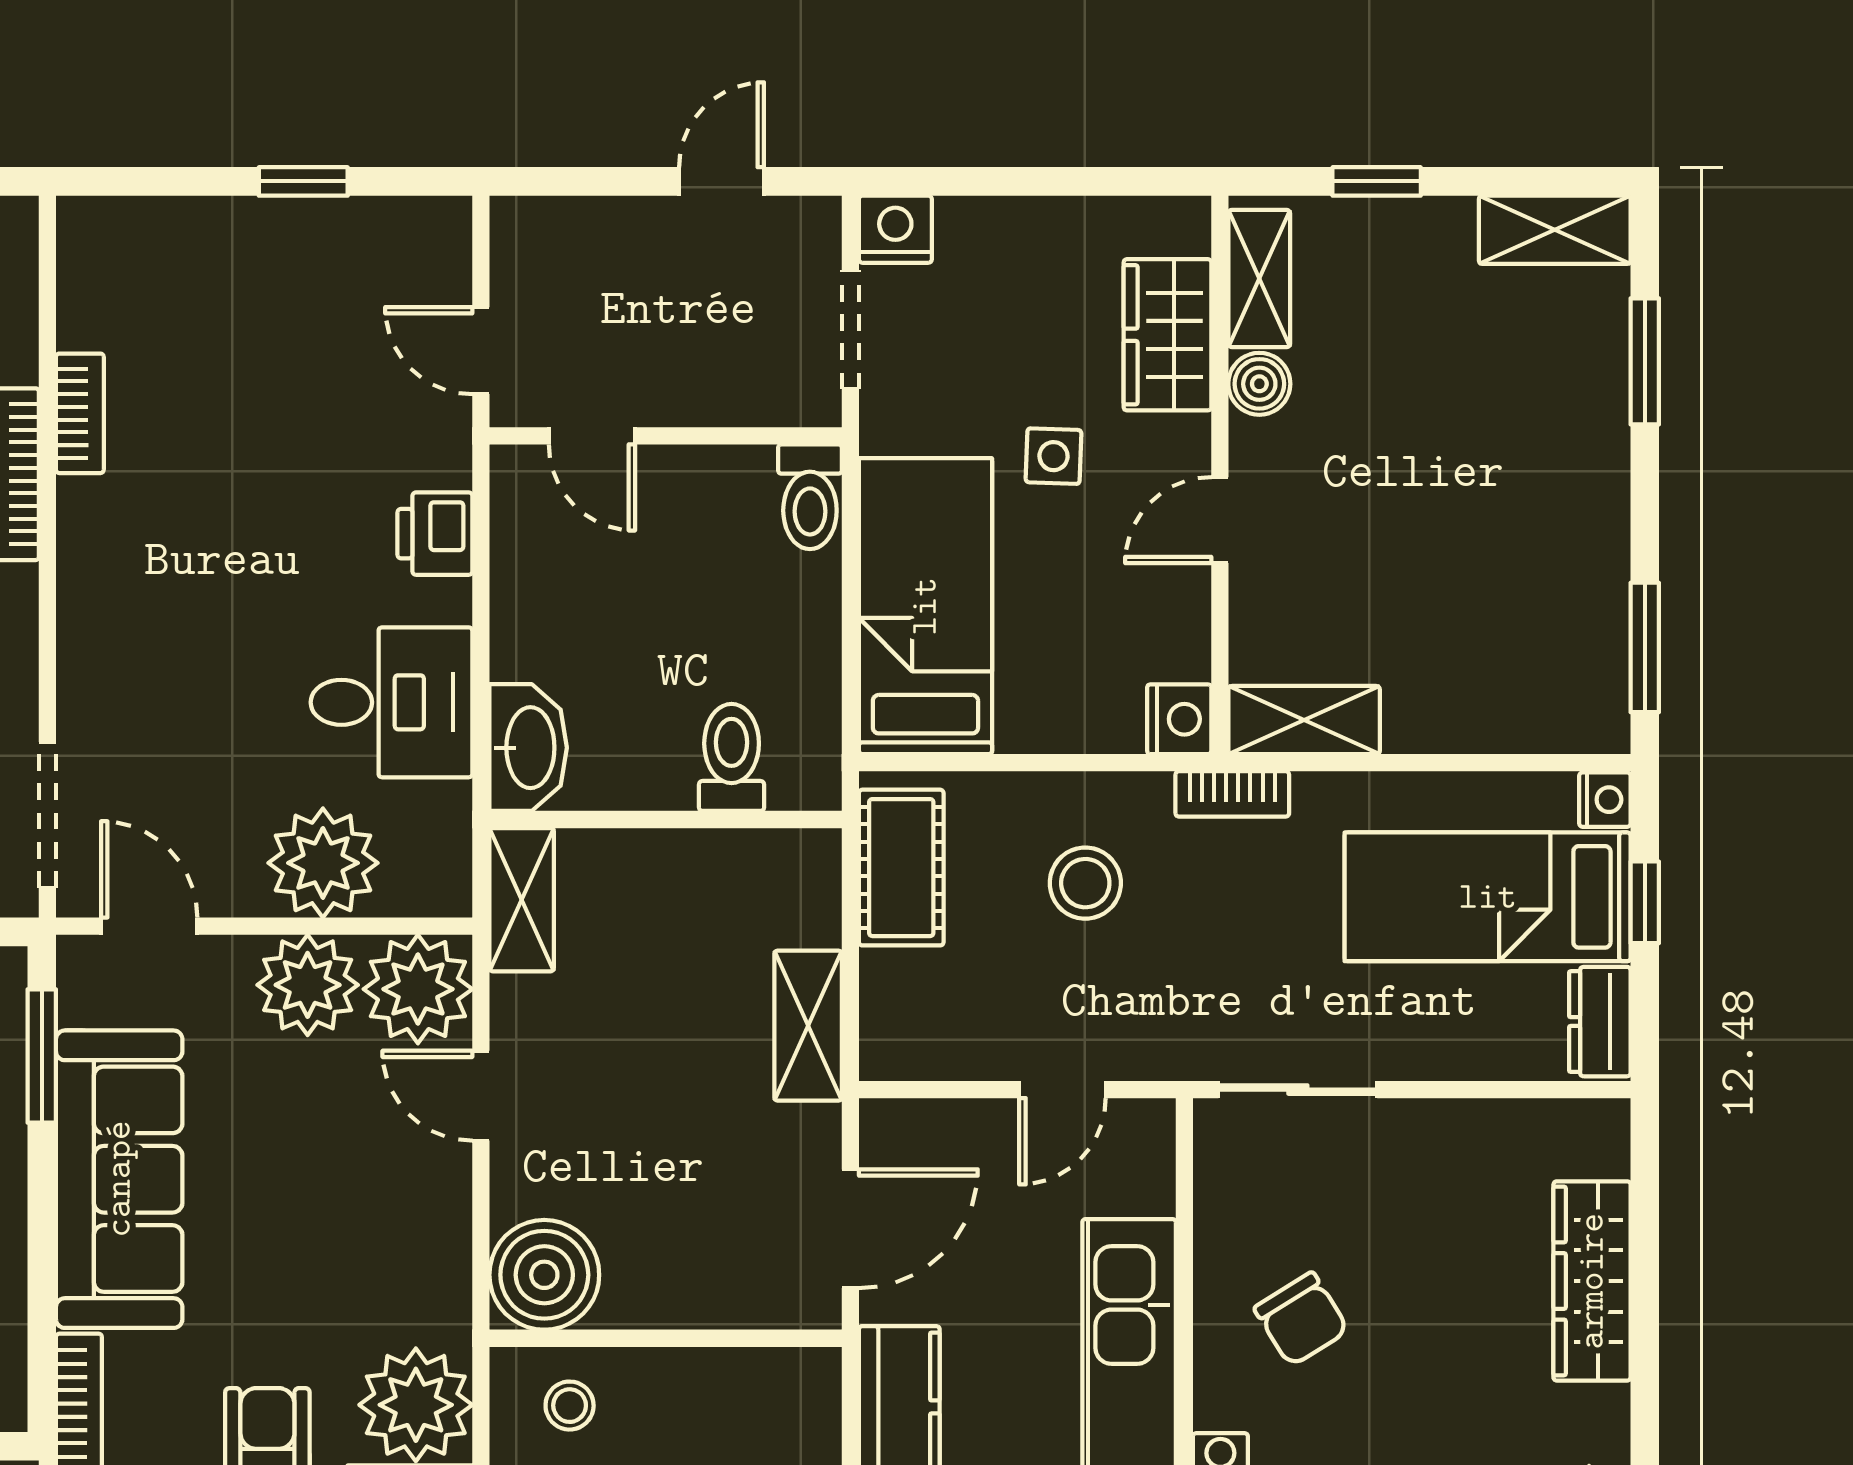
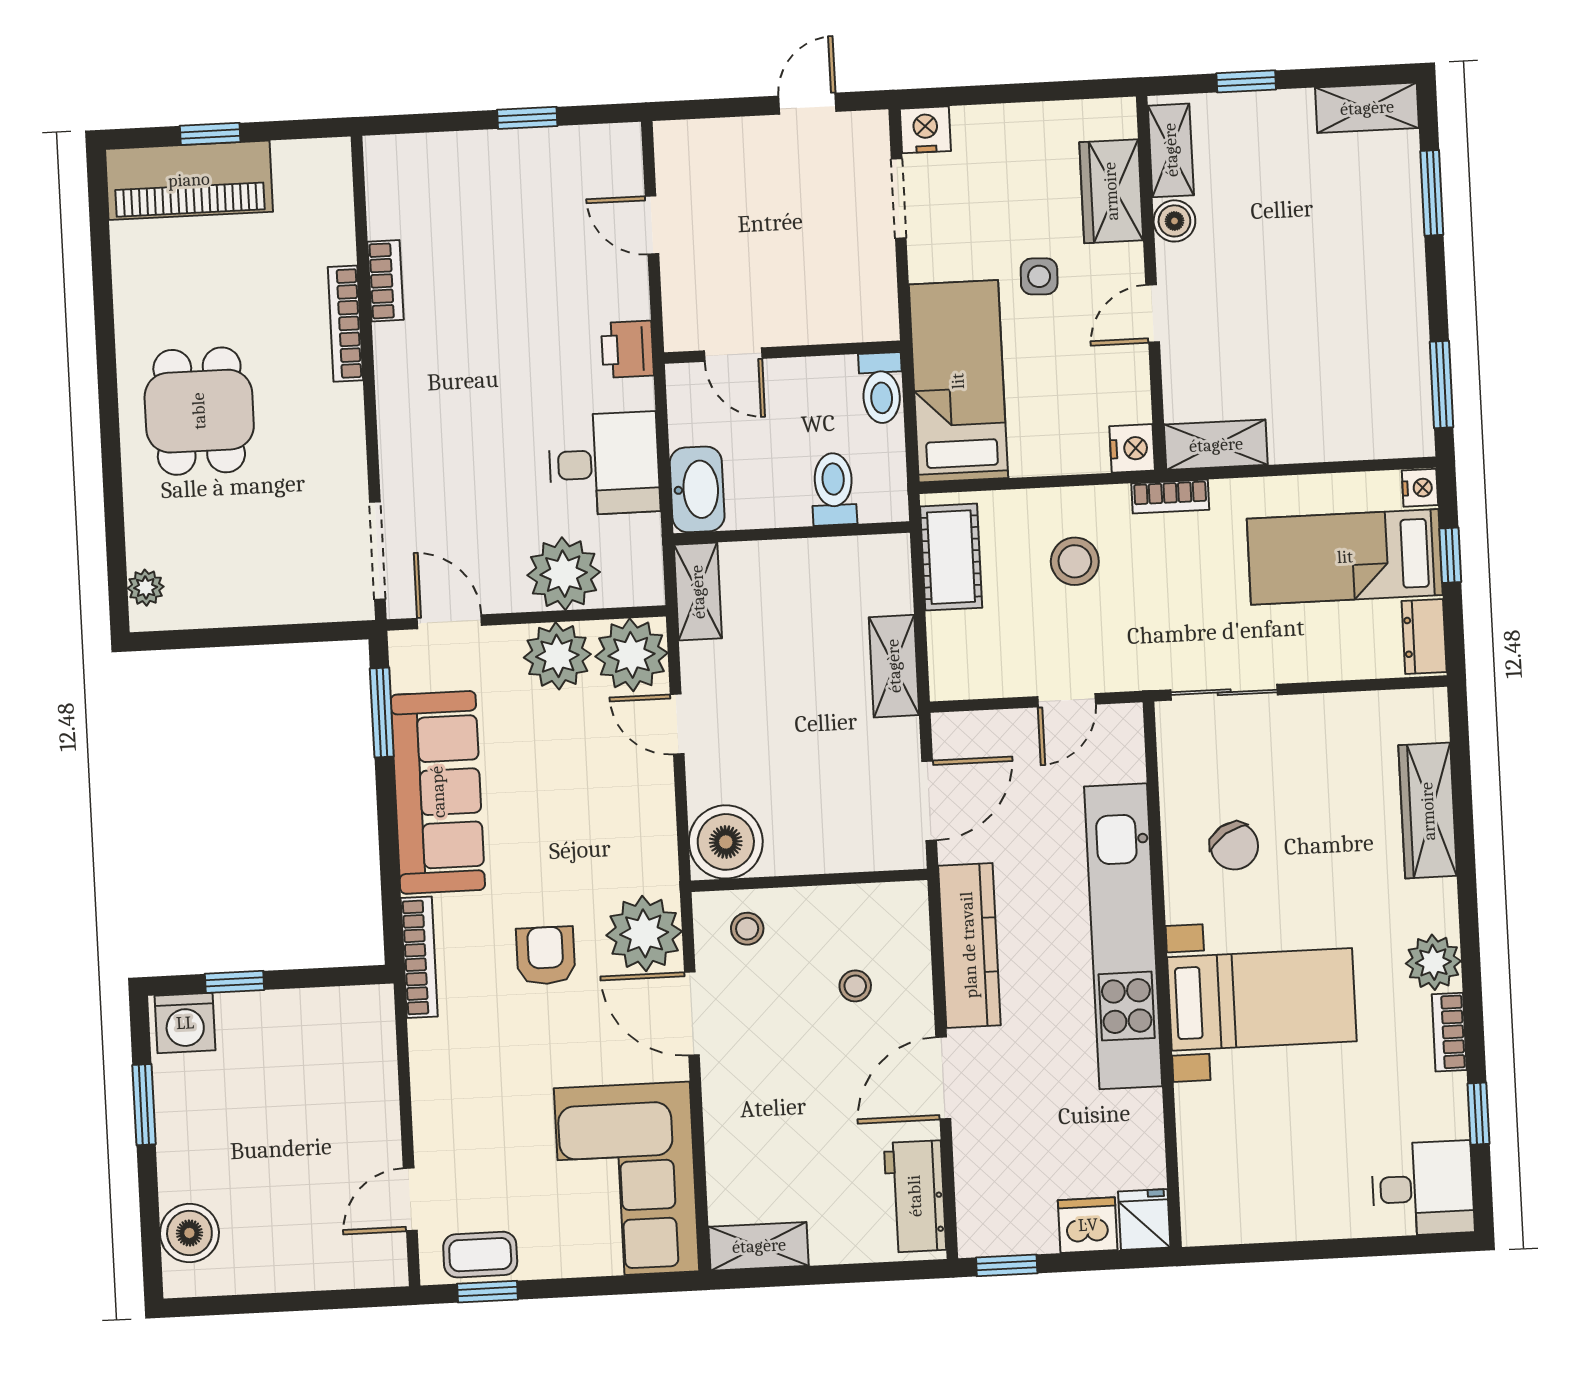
door: (592, 436) -> (733, 355), moved
wall: (666, 436) -> (782, 352), moved
toilet: (810, 497) -> (881, 388), moved

